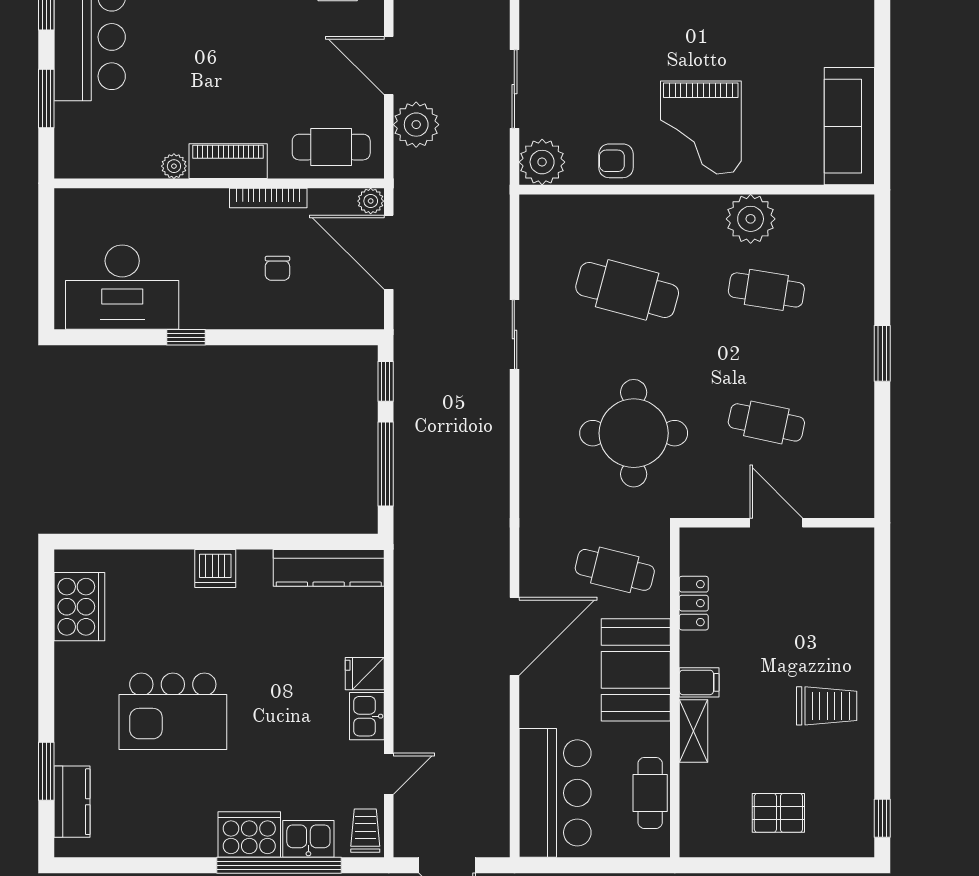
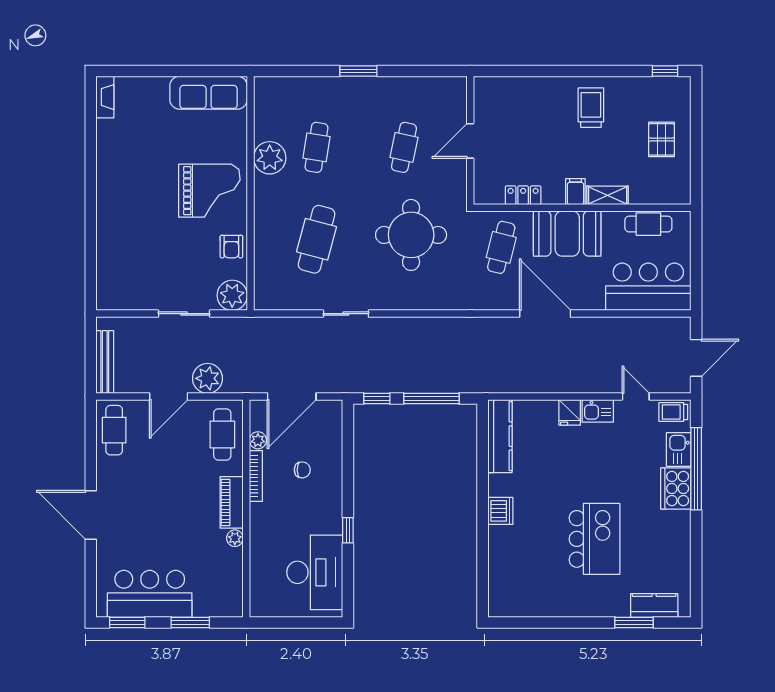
plant: (371, 201) -> (258, 440), moved
cooker: (79, 607) -> (526, 601), removed

